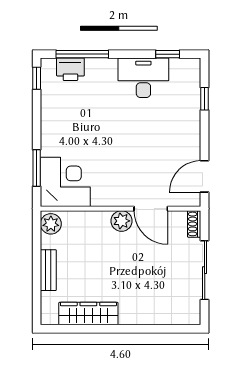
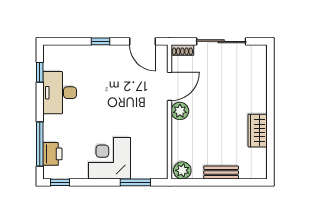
window: (205, 99) -> (101, 41), moved
corner desk: (65, 182) -> (109, 158), moved
wardrobe: (88, 314) -> (258, 131), width x0.67

